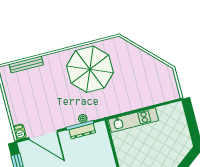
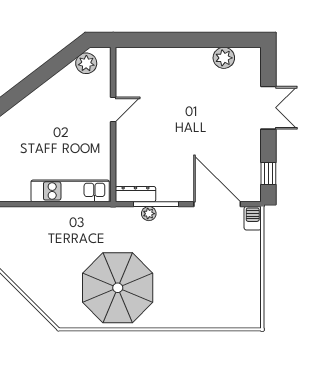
bench: (26, 64) -> (215, 321), removed
dresser: (82, 131) -> (135, 194), moved

